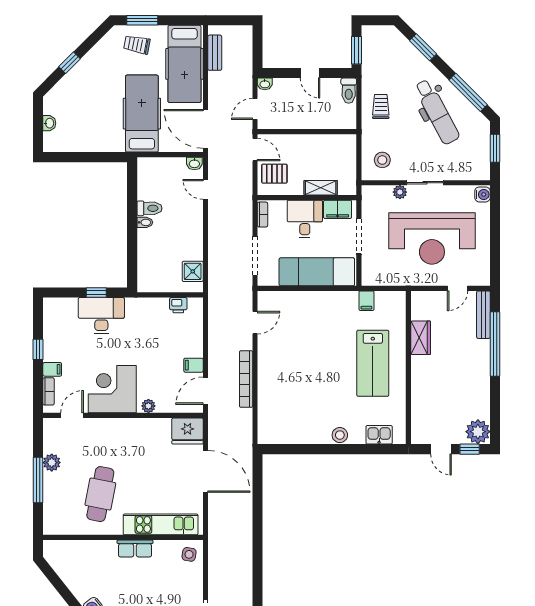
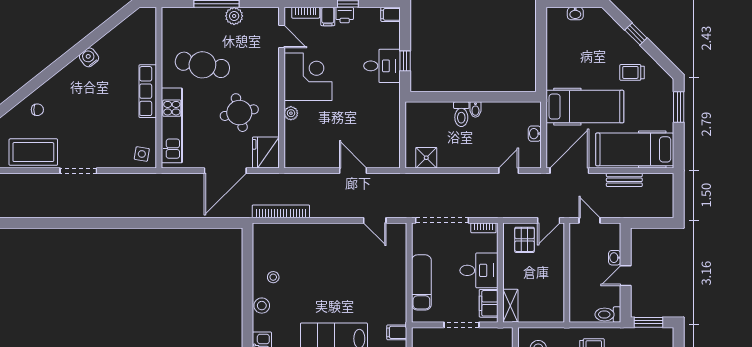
trolley: (137, 45) -> (632, 72), moved, turned -101
bench: (215, 53) -> (624, 180), moved
washbasin: (265, 84) -> (615, 258), moved
washbasin: (194, 163) -> (535, 134), moved
shelving: (321, 188) -> (510, 306), moved
toilet: (149, 208) -> (461, 114), moved
doorway: (255, 256) -> (442, 220), width x1.36
exam couch: (317, 272) -> (421, 282), width x0.73, depth x0.69
printer: (178, 305) -> (345, 15), moved, turned -90
desk: (101, 315) -> (382, 66), width x0.73
filing cabinet: (193, 365) -> (390, 14), moved, turned -90
bookcase: (246, 379) -> (281, 211), moved
door: (205, 391) -> (353, 171), moved
stool: (312, 424) -> (273, 277), added
round table: (148, 457) -> (239, 113), added
row of seats: (135, 548) -> (148, 91), width x1.48

